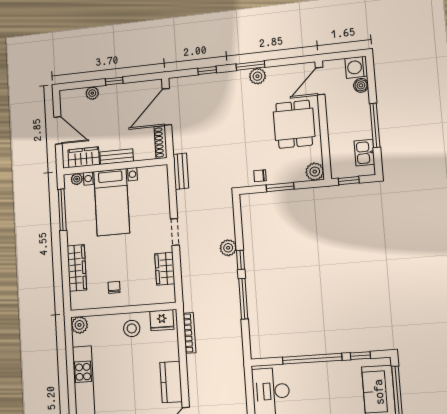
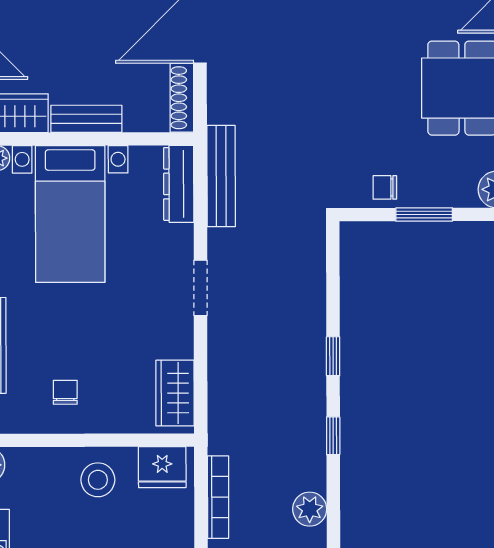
bench: (181, 171) -> (221, 176), width x1.36
dresser: (161, 183) -> (179, 184), added
plant: (228, 248) -> (310, 509), moved
wardrobe: (165, 269) -> (175, 393), moved
window: (243, 299) -> (333, 436), width x0.46

